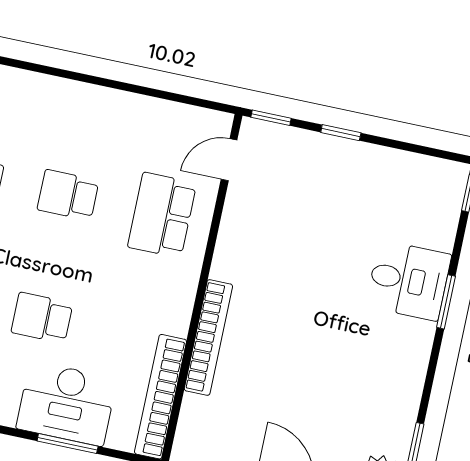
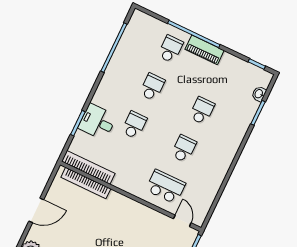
bookcase: (208, 338) -> (86, 183), moved
desk: (67, 403) -> (97, 122), width x0.73

